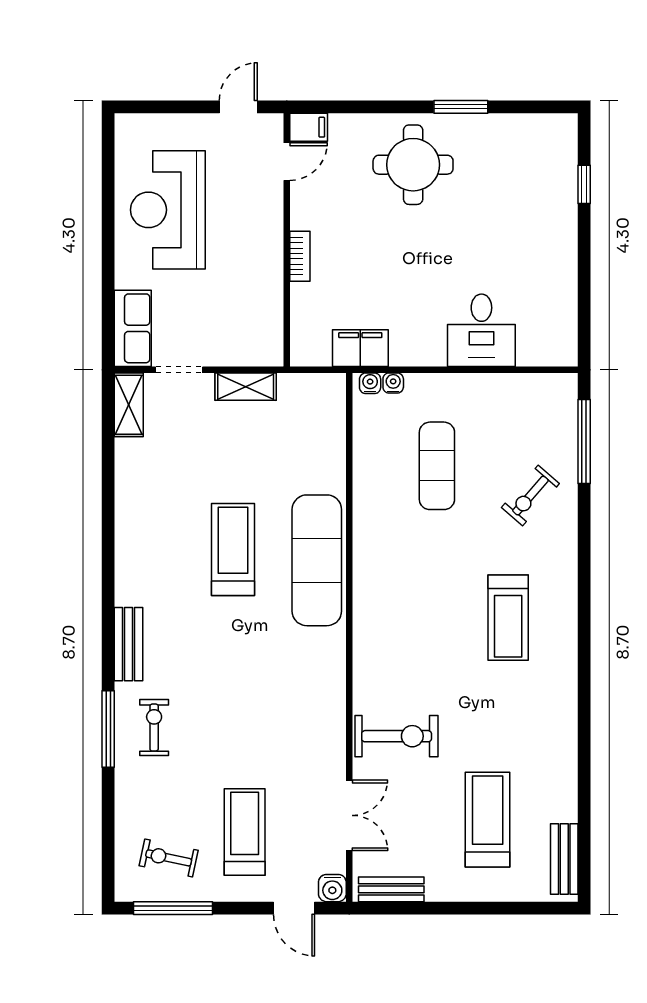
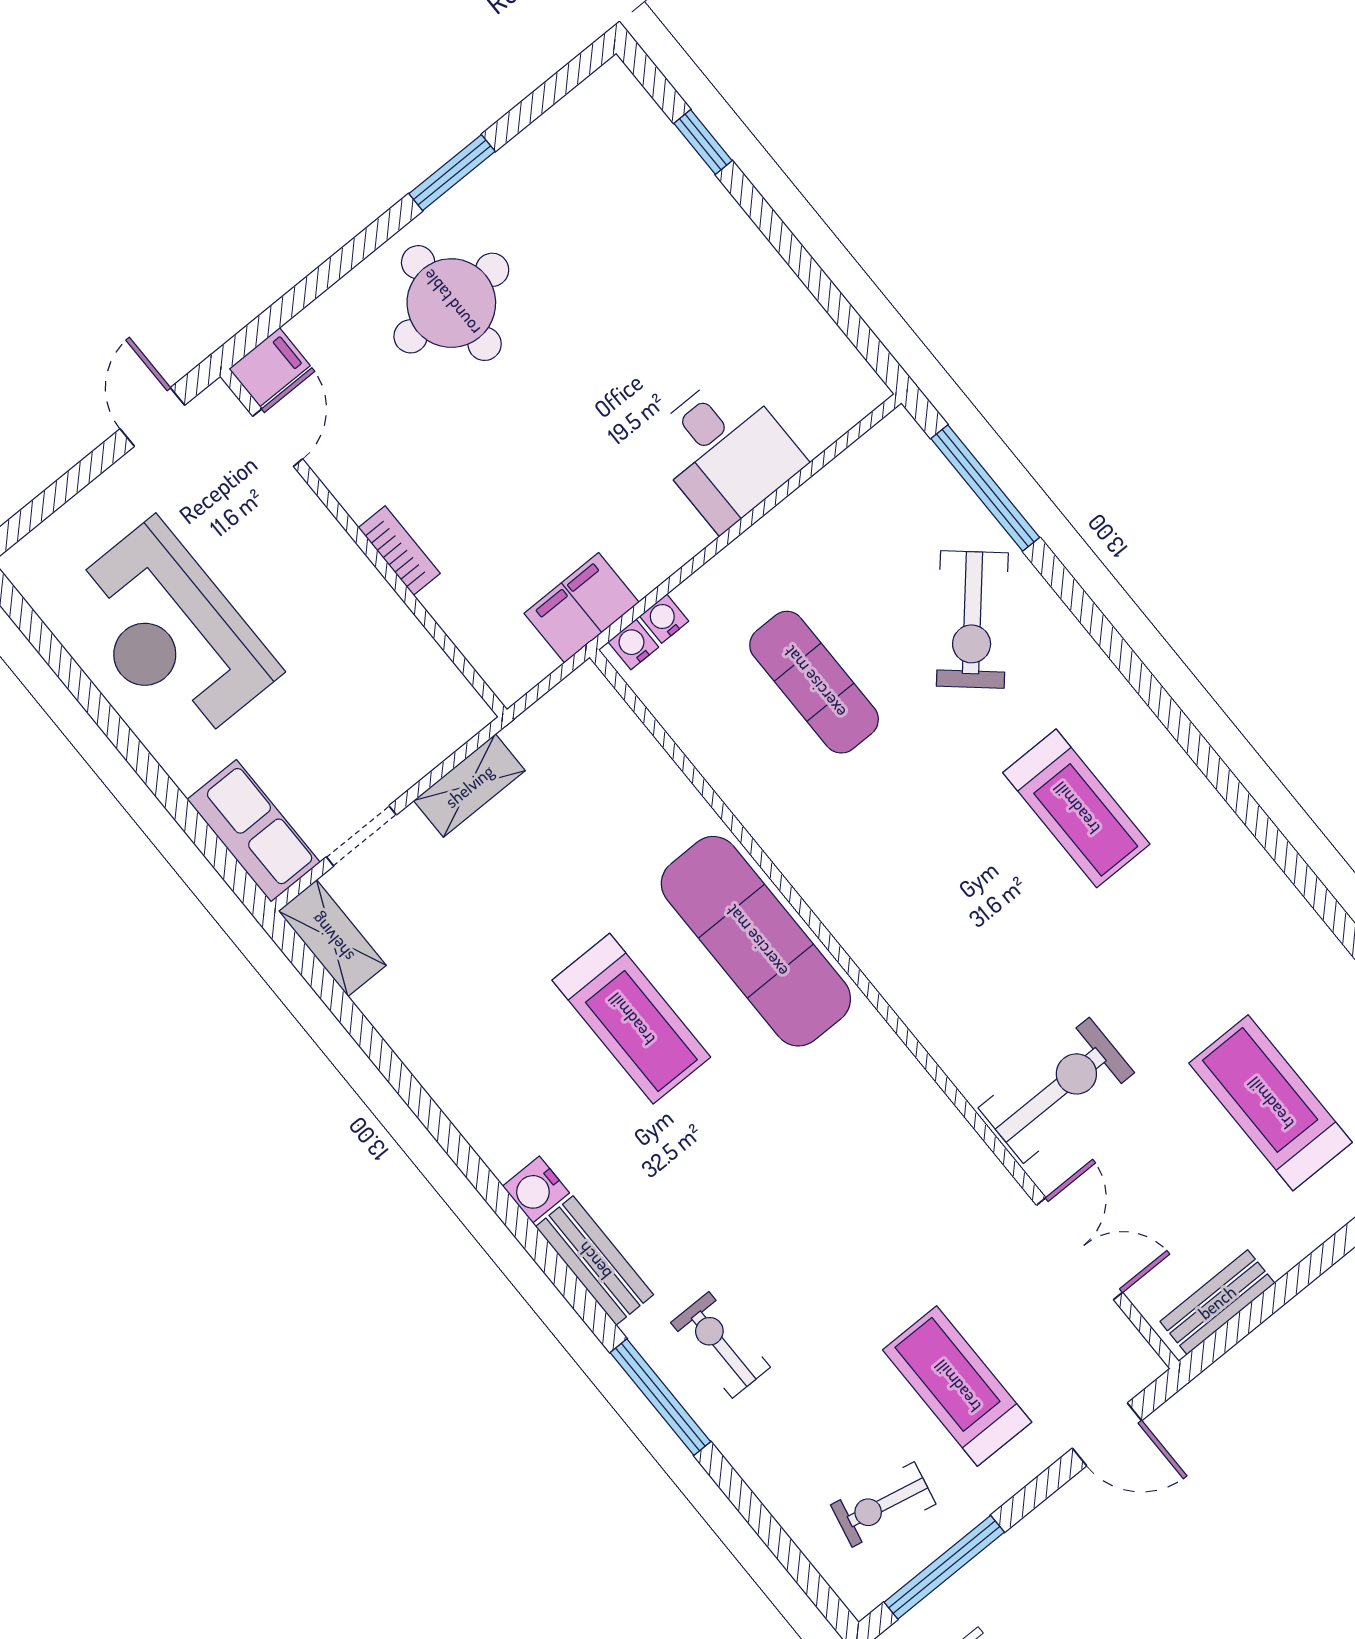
exercise bike: (530, 496) -> (972, 620), width x1.38, depth x1.39
treadmill: (233, 550) -> (631, 1019), turned 180
water cooler: (332, 888) -> (536, 1189), moved, turned 90

